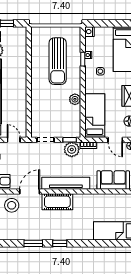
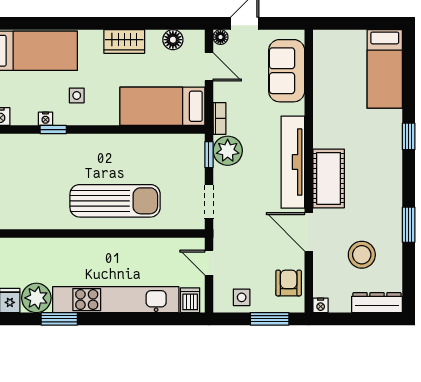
sun lounger: (58, 61) -> (115, 201), moved
plant: (75, 99) -> (131, 145), removed
door: (14, 140) -> (209, 263), hinge flipped
door: (115, 140) -> (209, 67), hinge flipped
stool: (12, 205) -> (362, 255), moved
window: (60, 243) -> (409, 136), moved

